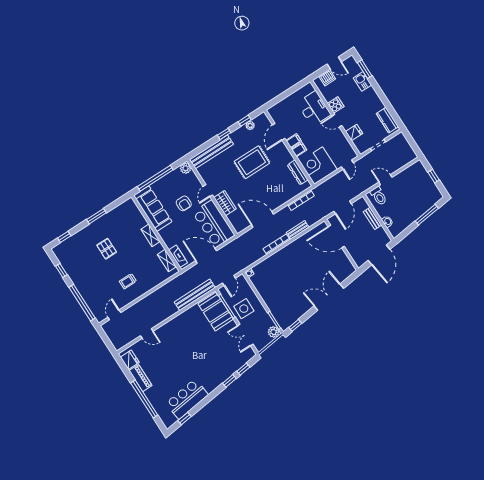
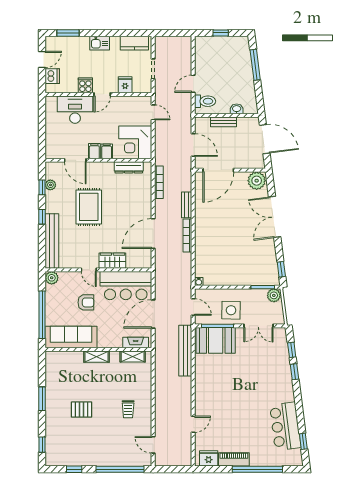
kitchen sink: (362, 81) -> (100, 43), moved
plant: (346, 268) -> (257, 181), added

